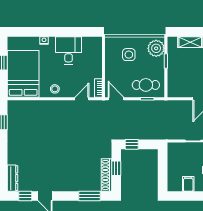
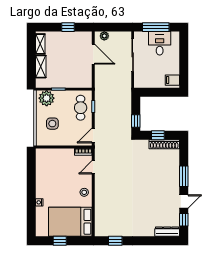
desk: (69, 50) -> (48, 180), removed
door: (82, 99) -> (93, 167), hinge flipped
filing cabinet: (188, 184) -> (172, 80), moved
window: (89, 196) -> (184, 176), moved

